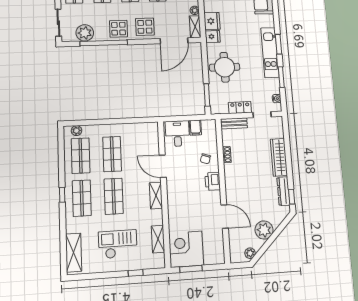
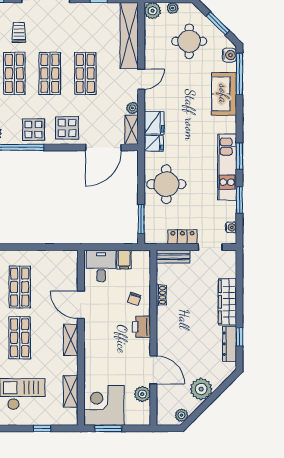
window: (292, 197) -> (239, 337), moved
plant: (217, 237) -> (142, 394), added

